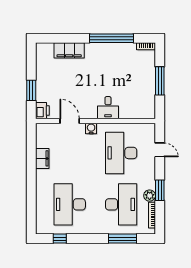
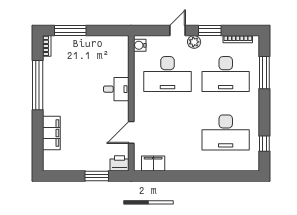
window: (160, 81) -> (70, 31), moved
water cooler: (91, 128) -> (140, 45), moved
door: (160, 150) -> (178, 31), moved
filing cabinet: (42, 158) -> (153, 163), moved
plant: (150, 196) -> (194, 42), moved
desk: (121, 204) -> (226, 74), turned 180

